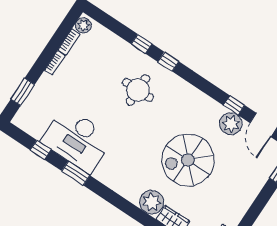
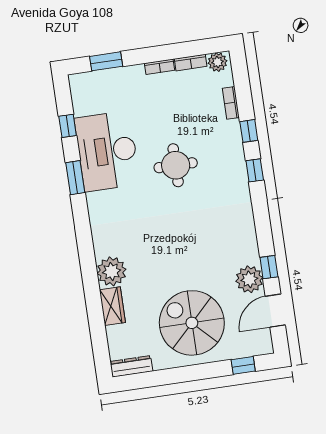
bookcase: (115, 40) -> (231, 103), added
round table: (138, 90) -> (176, 165), moved
spiral stairs: (188, 160) -> (192, 323), moved

